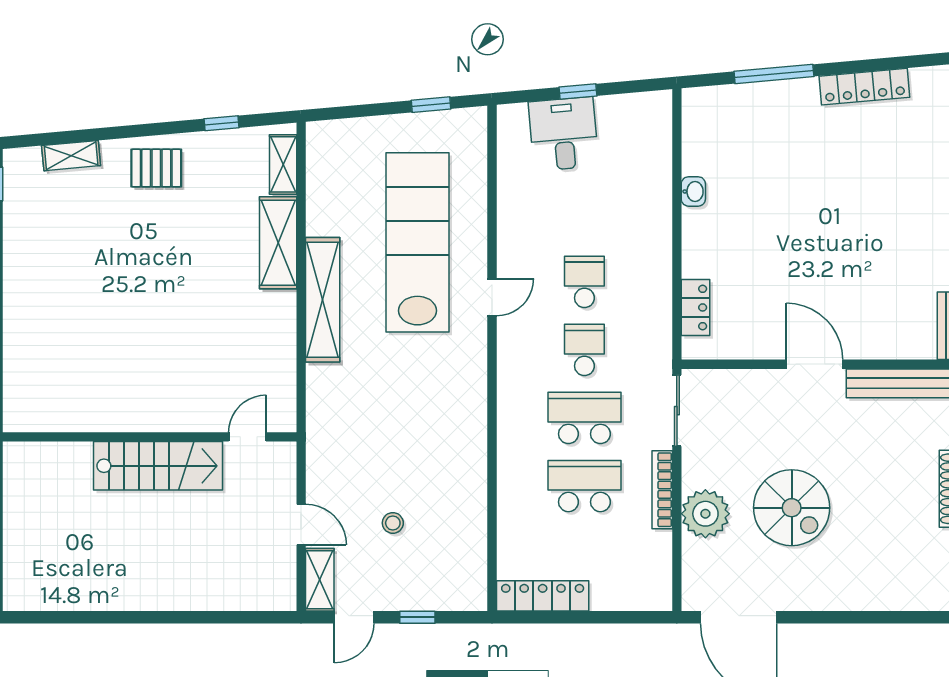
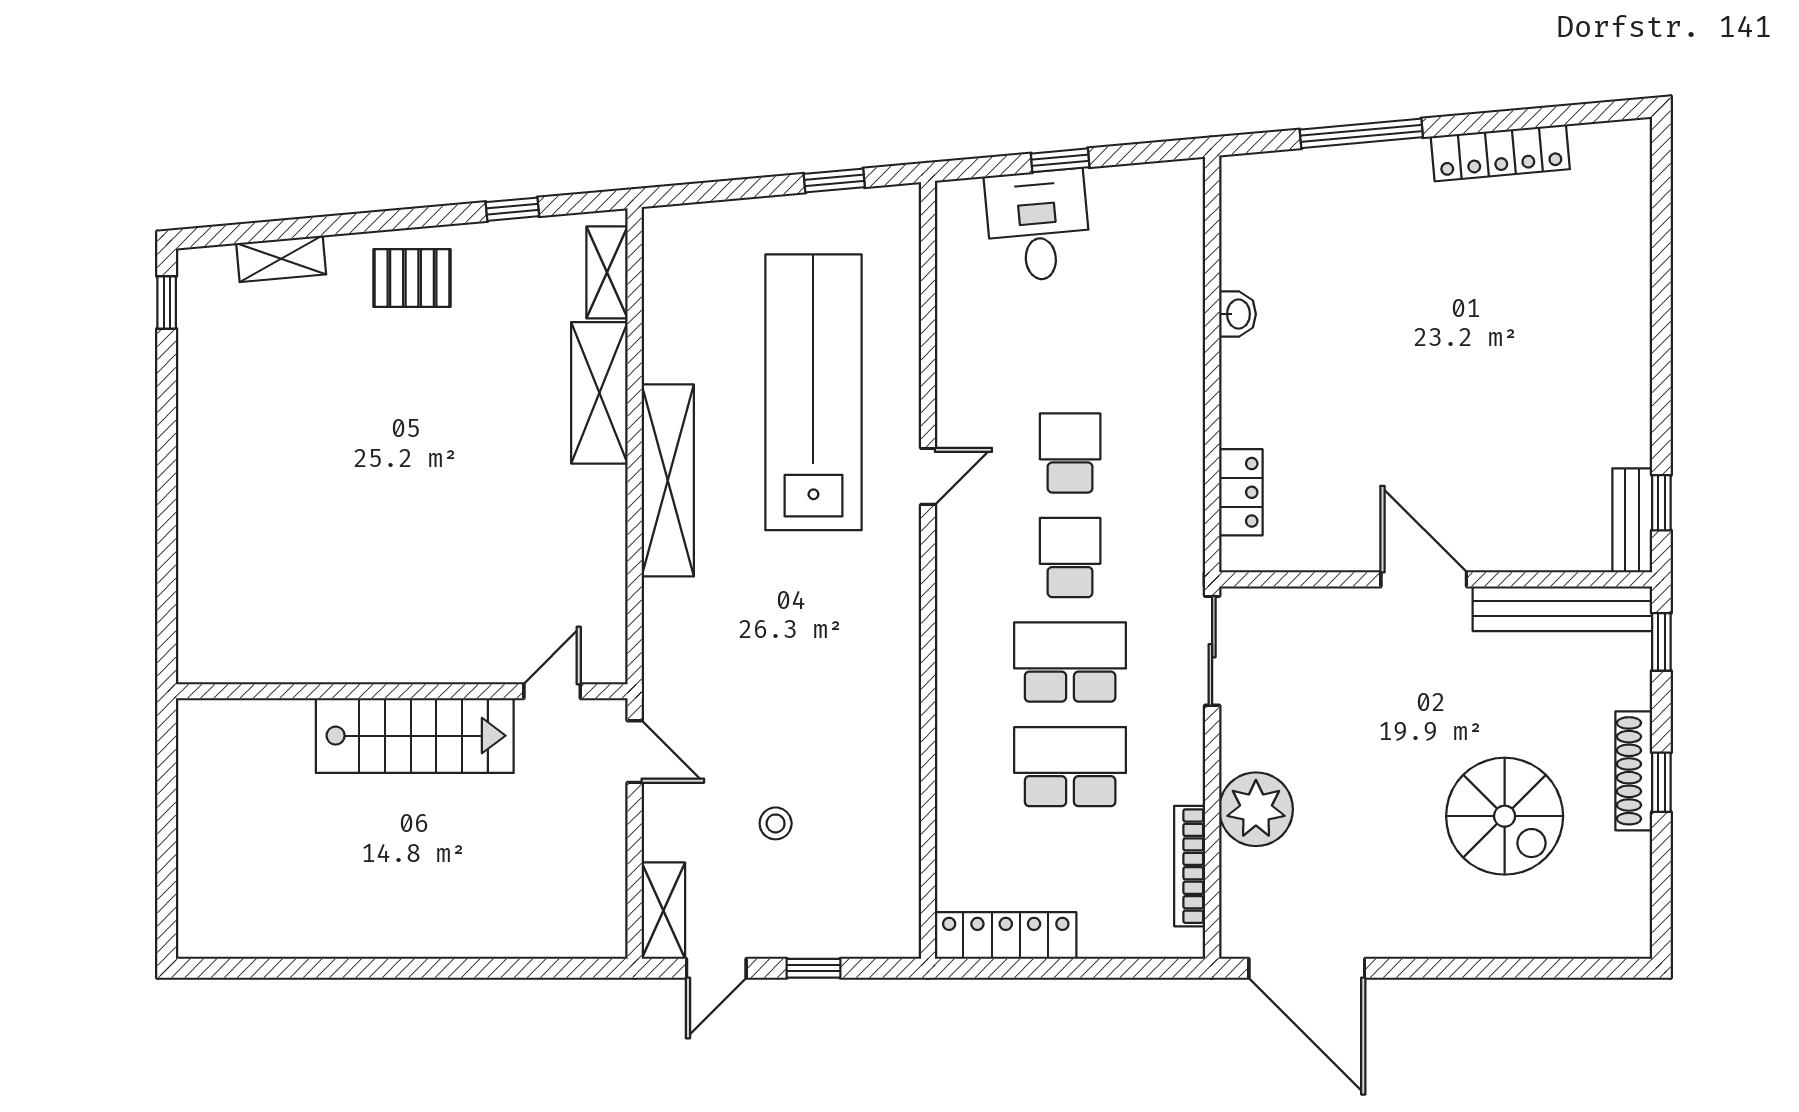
bookcase: (662, 490) -> (1190, 866), moved
spiral stairs: (792, 508) -> (1505, 816), moved
door: (301, 525) -> (635, 752), moved

